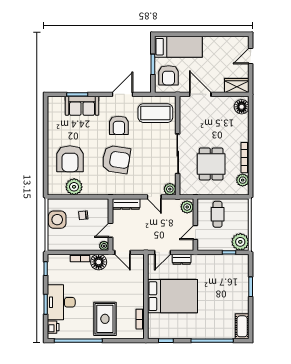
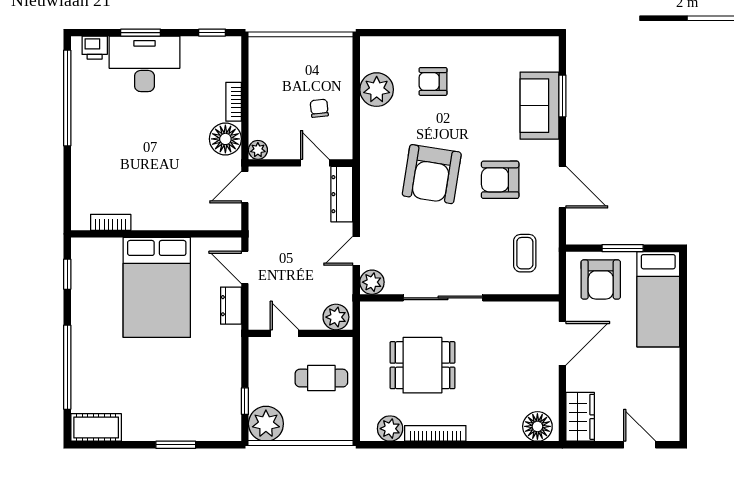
armchair: (169, 75) -> (601, 279), turned -90
coffee table: (155, 113) -> (525, 253), width x0.54, depth x0.58
armchair: (70, 159) -> (433, 81), width x0.53, depth x0.53
side table: (57, 220) -> (311, 56), removed
door: (110, 230) -> (315, 163), moved
rug: (105, 319) -> (111, 152), removed

